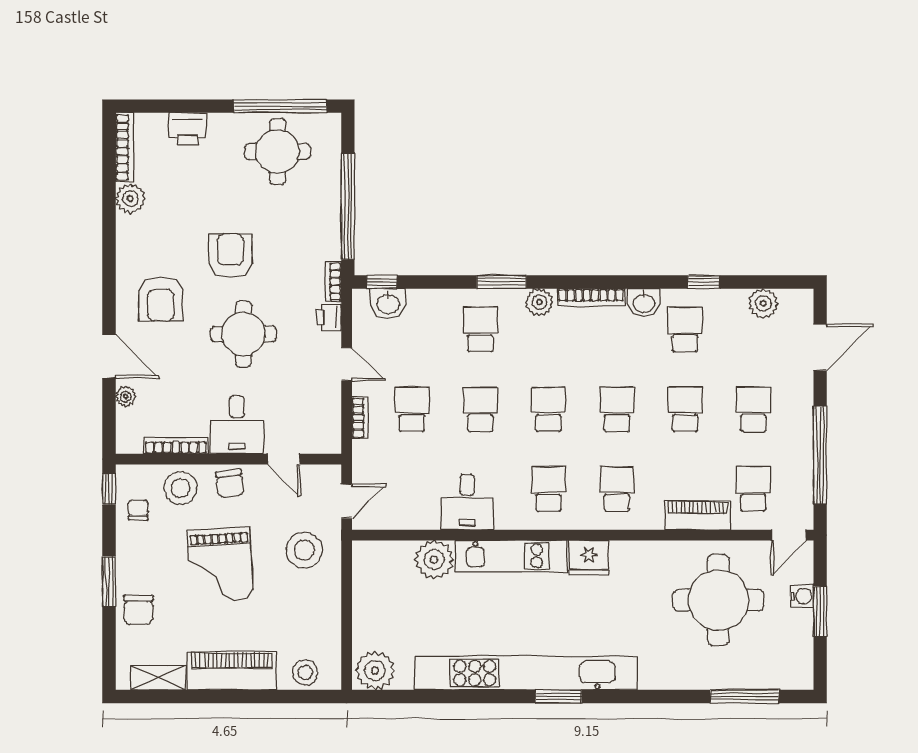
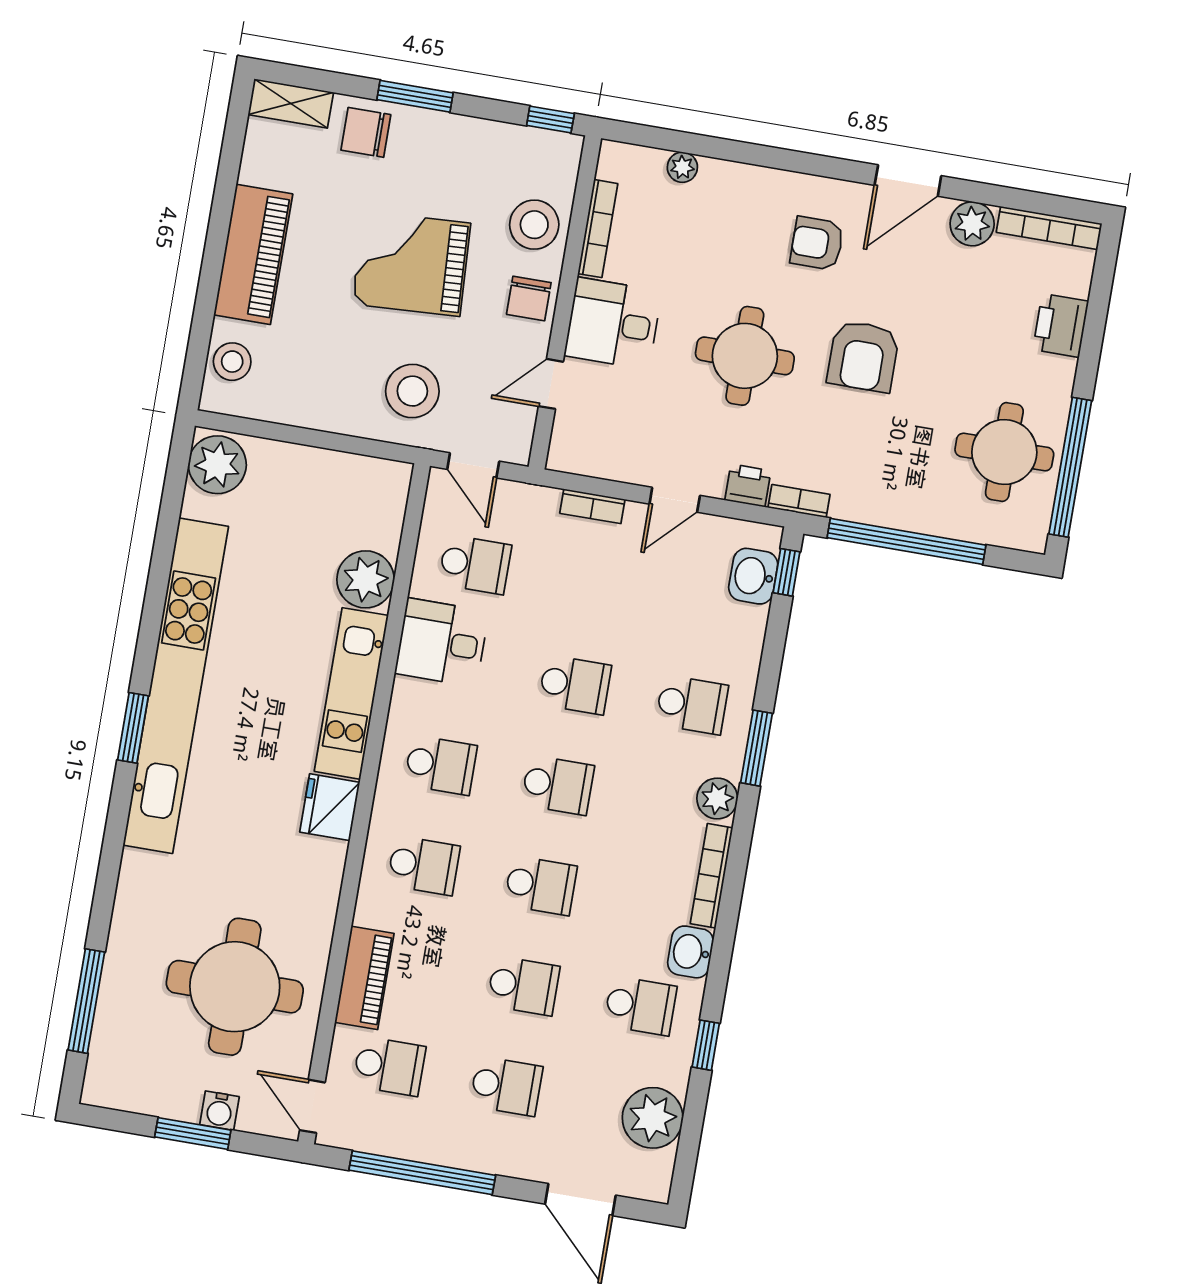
armchair: (230, 256) -> (863, 356), turned 90
armchair: (161, 299) -> (817, 243), width x0.72, depth x0.72
plant: (763, 303) -> (653, 1118), width x1.36, depth x1.36
door: (109, 356) -> (908, 181), moved
school desk: (412, 409) -> (475, 565), moved
chair: (230, 483) -> (529, 298), turned -83
chair: (138, 510) -> (513, 157), removed
shelving: (158, 678) -> (291, 103), moved, turned 90

